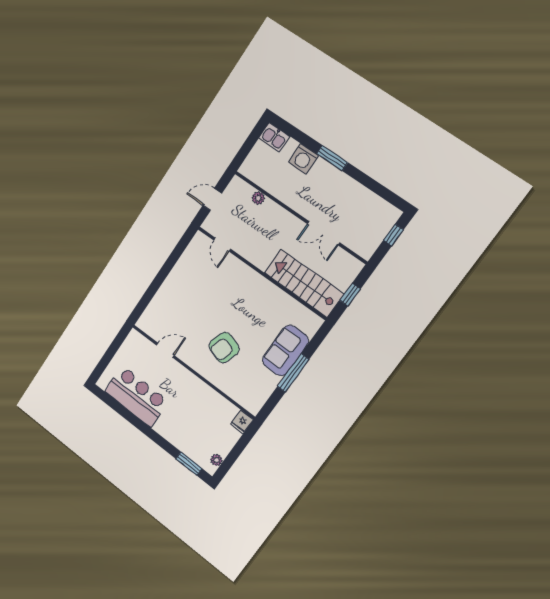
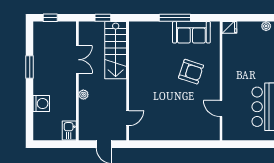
kitchen sink: (274, 137) -> (69, 131), moved, turned 180
window: (332, 158) -> (30, 67), moved
plant: (258, 198) -> (83, 95), moved
sofa: (285, 351) -> (191, 32), moved

